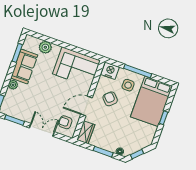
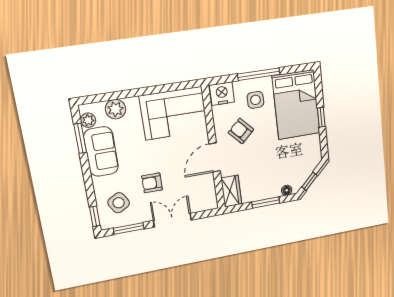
plant: (13, 85) -> (88, 120), moved
side table: (17, 101) -> (119, 203), added
armchair: (65, 122) -> (152, 183), moved

